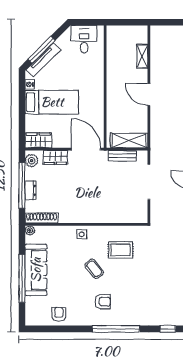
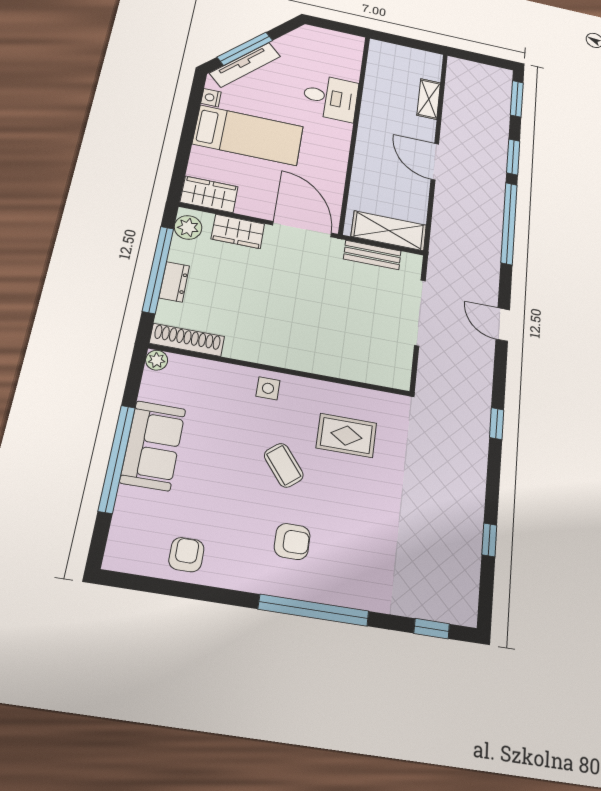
desk: (84, 39) -> (330, 98), moved, turned 90
sofa: (36, 270) -> (153, 446), width x0.73

